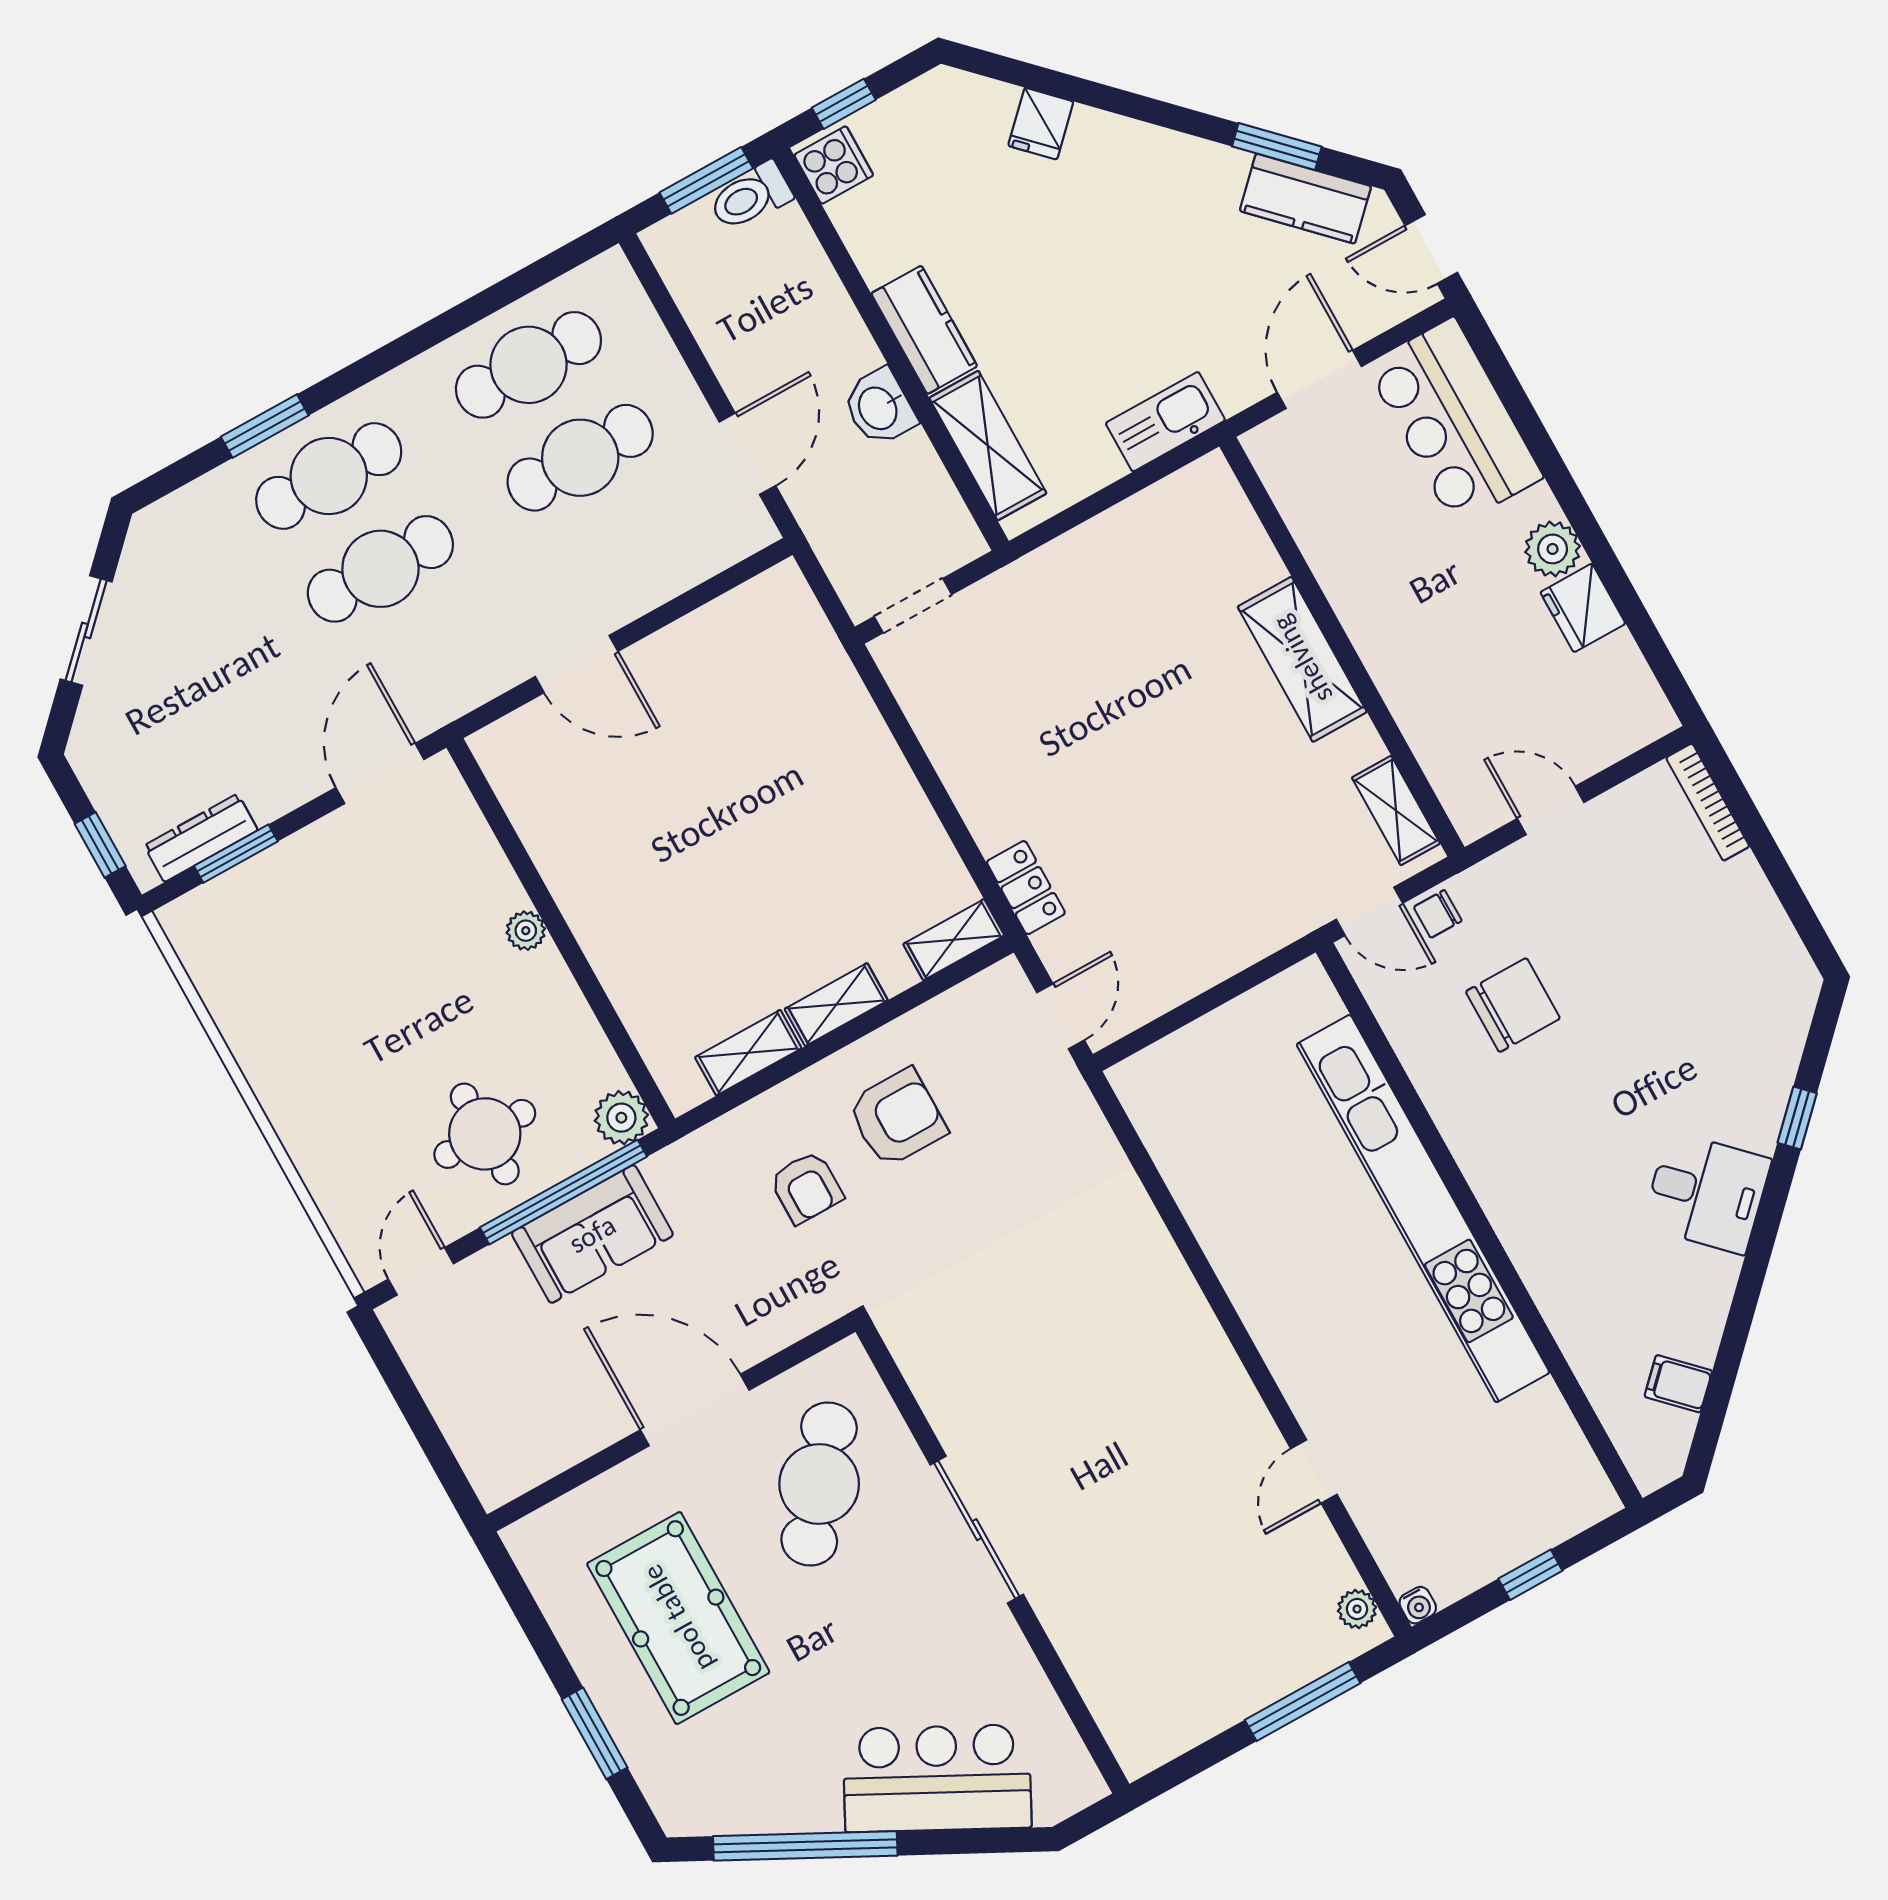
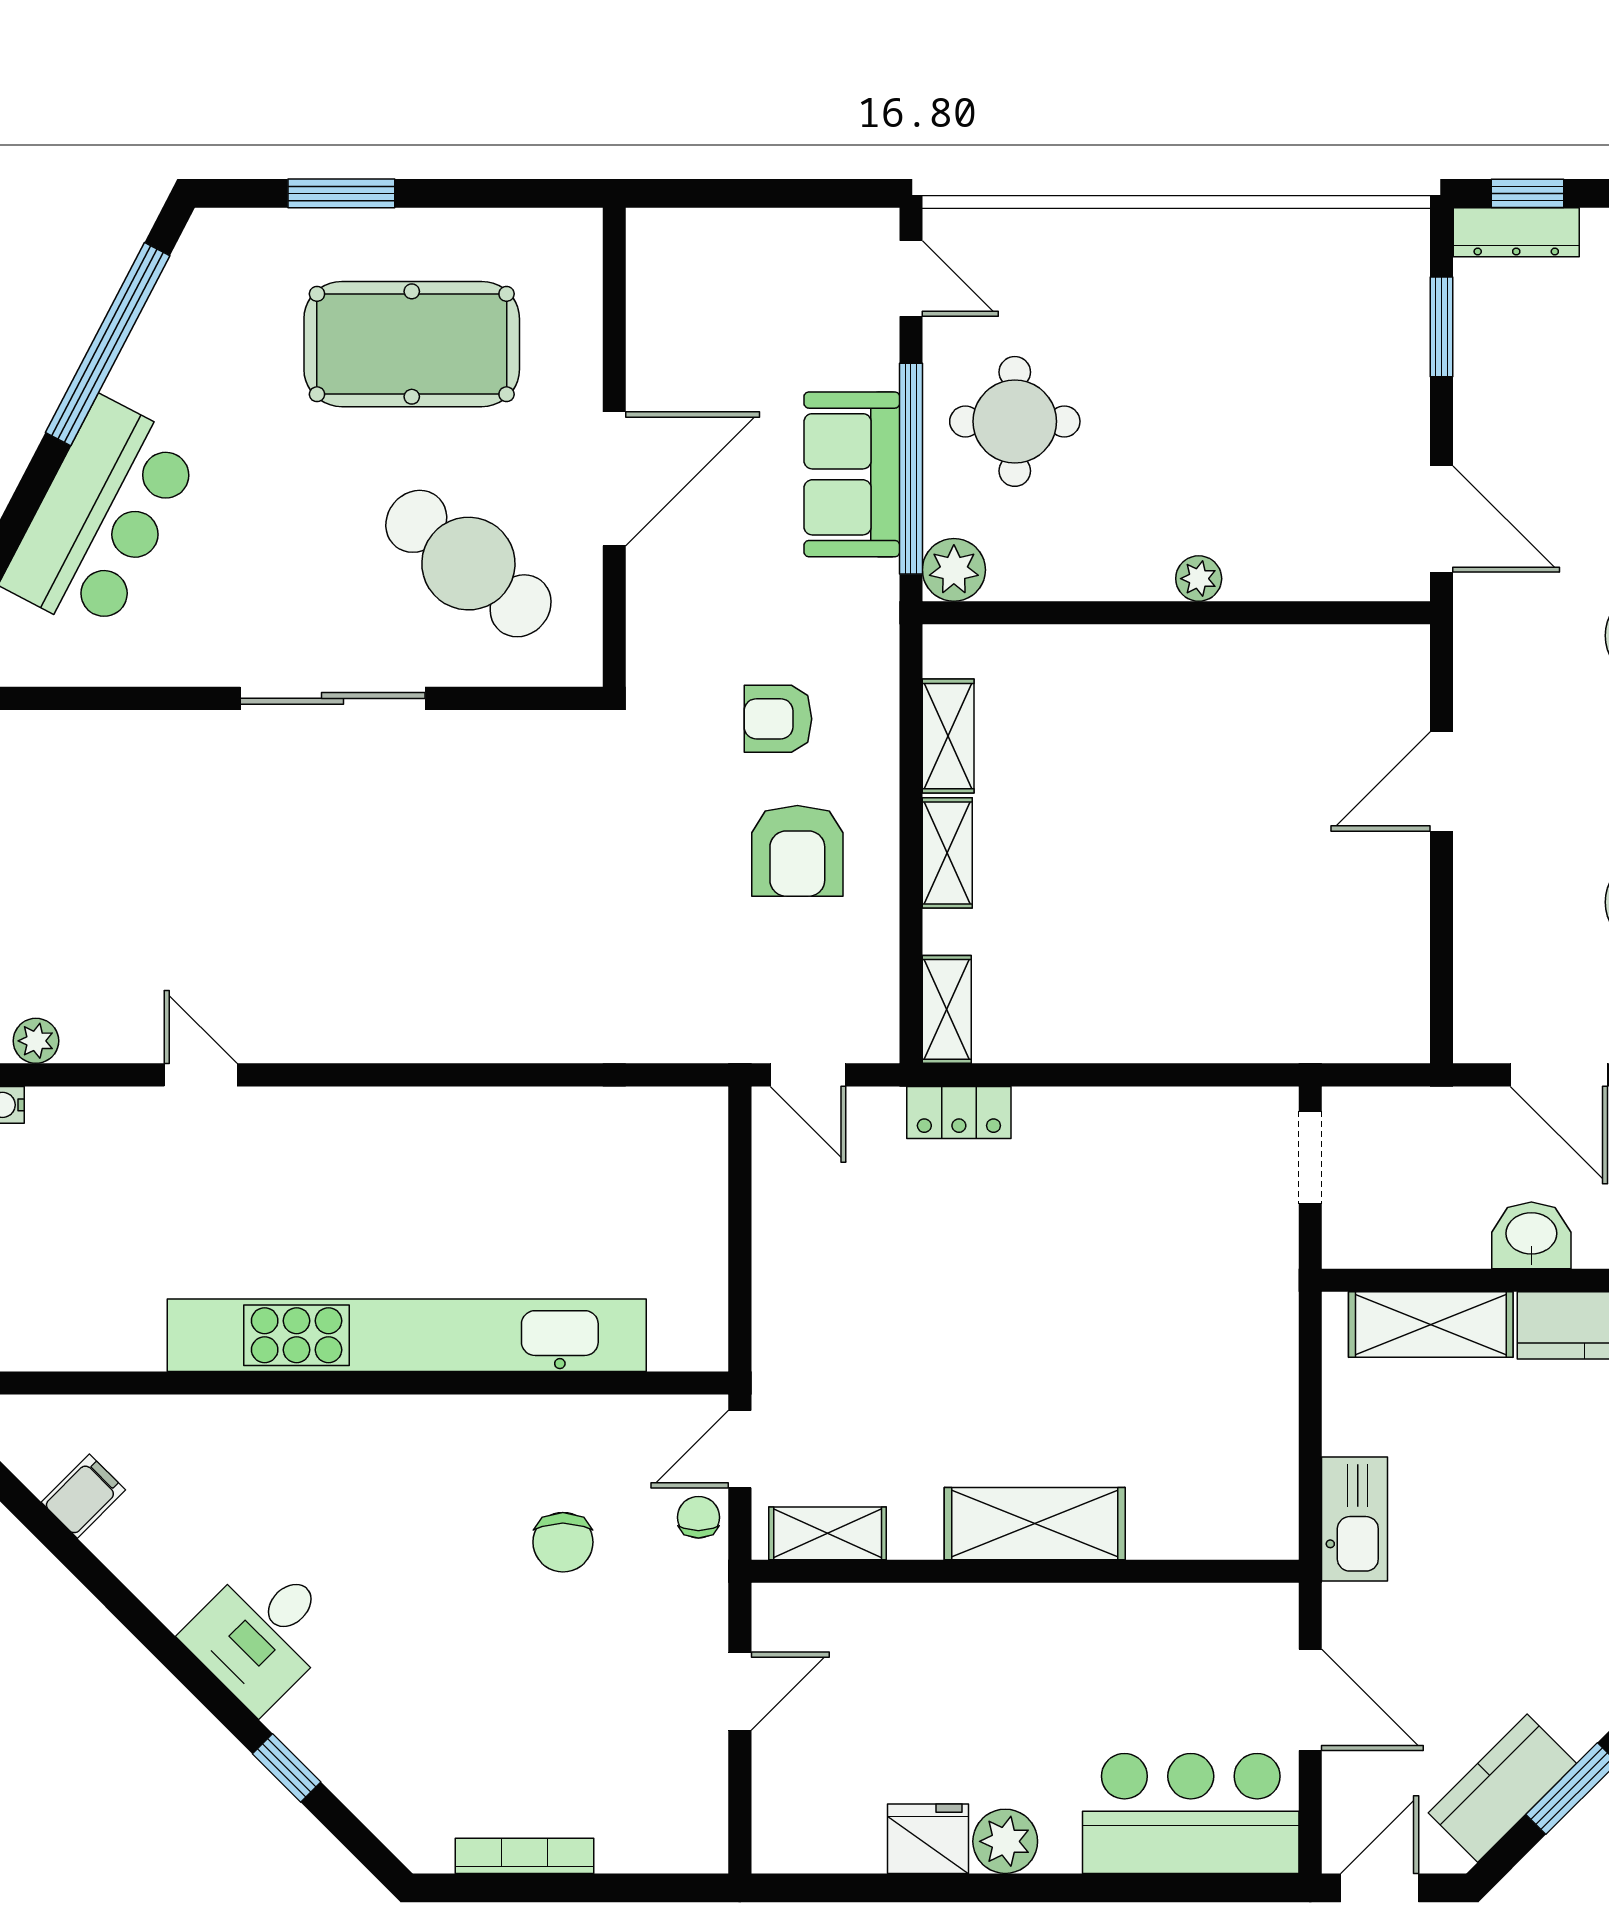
bookcase: (1708, 802) -> (525, 1856), moved
dresser: (201, 838) -> (1516, 232), moved, turned 90
chair: (1513, 1005) -> (563, 1542), width x0.73, depth x0.73

